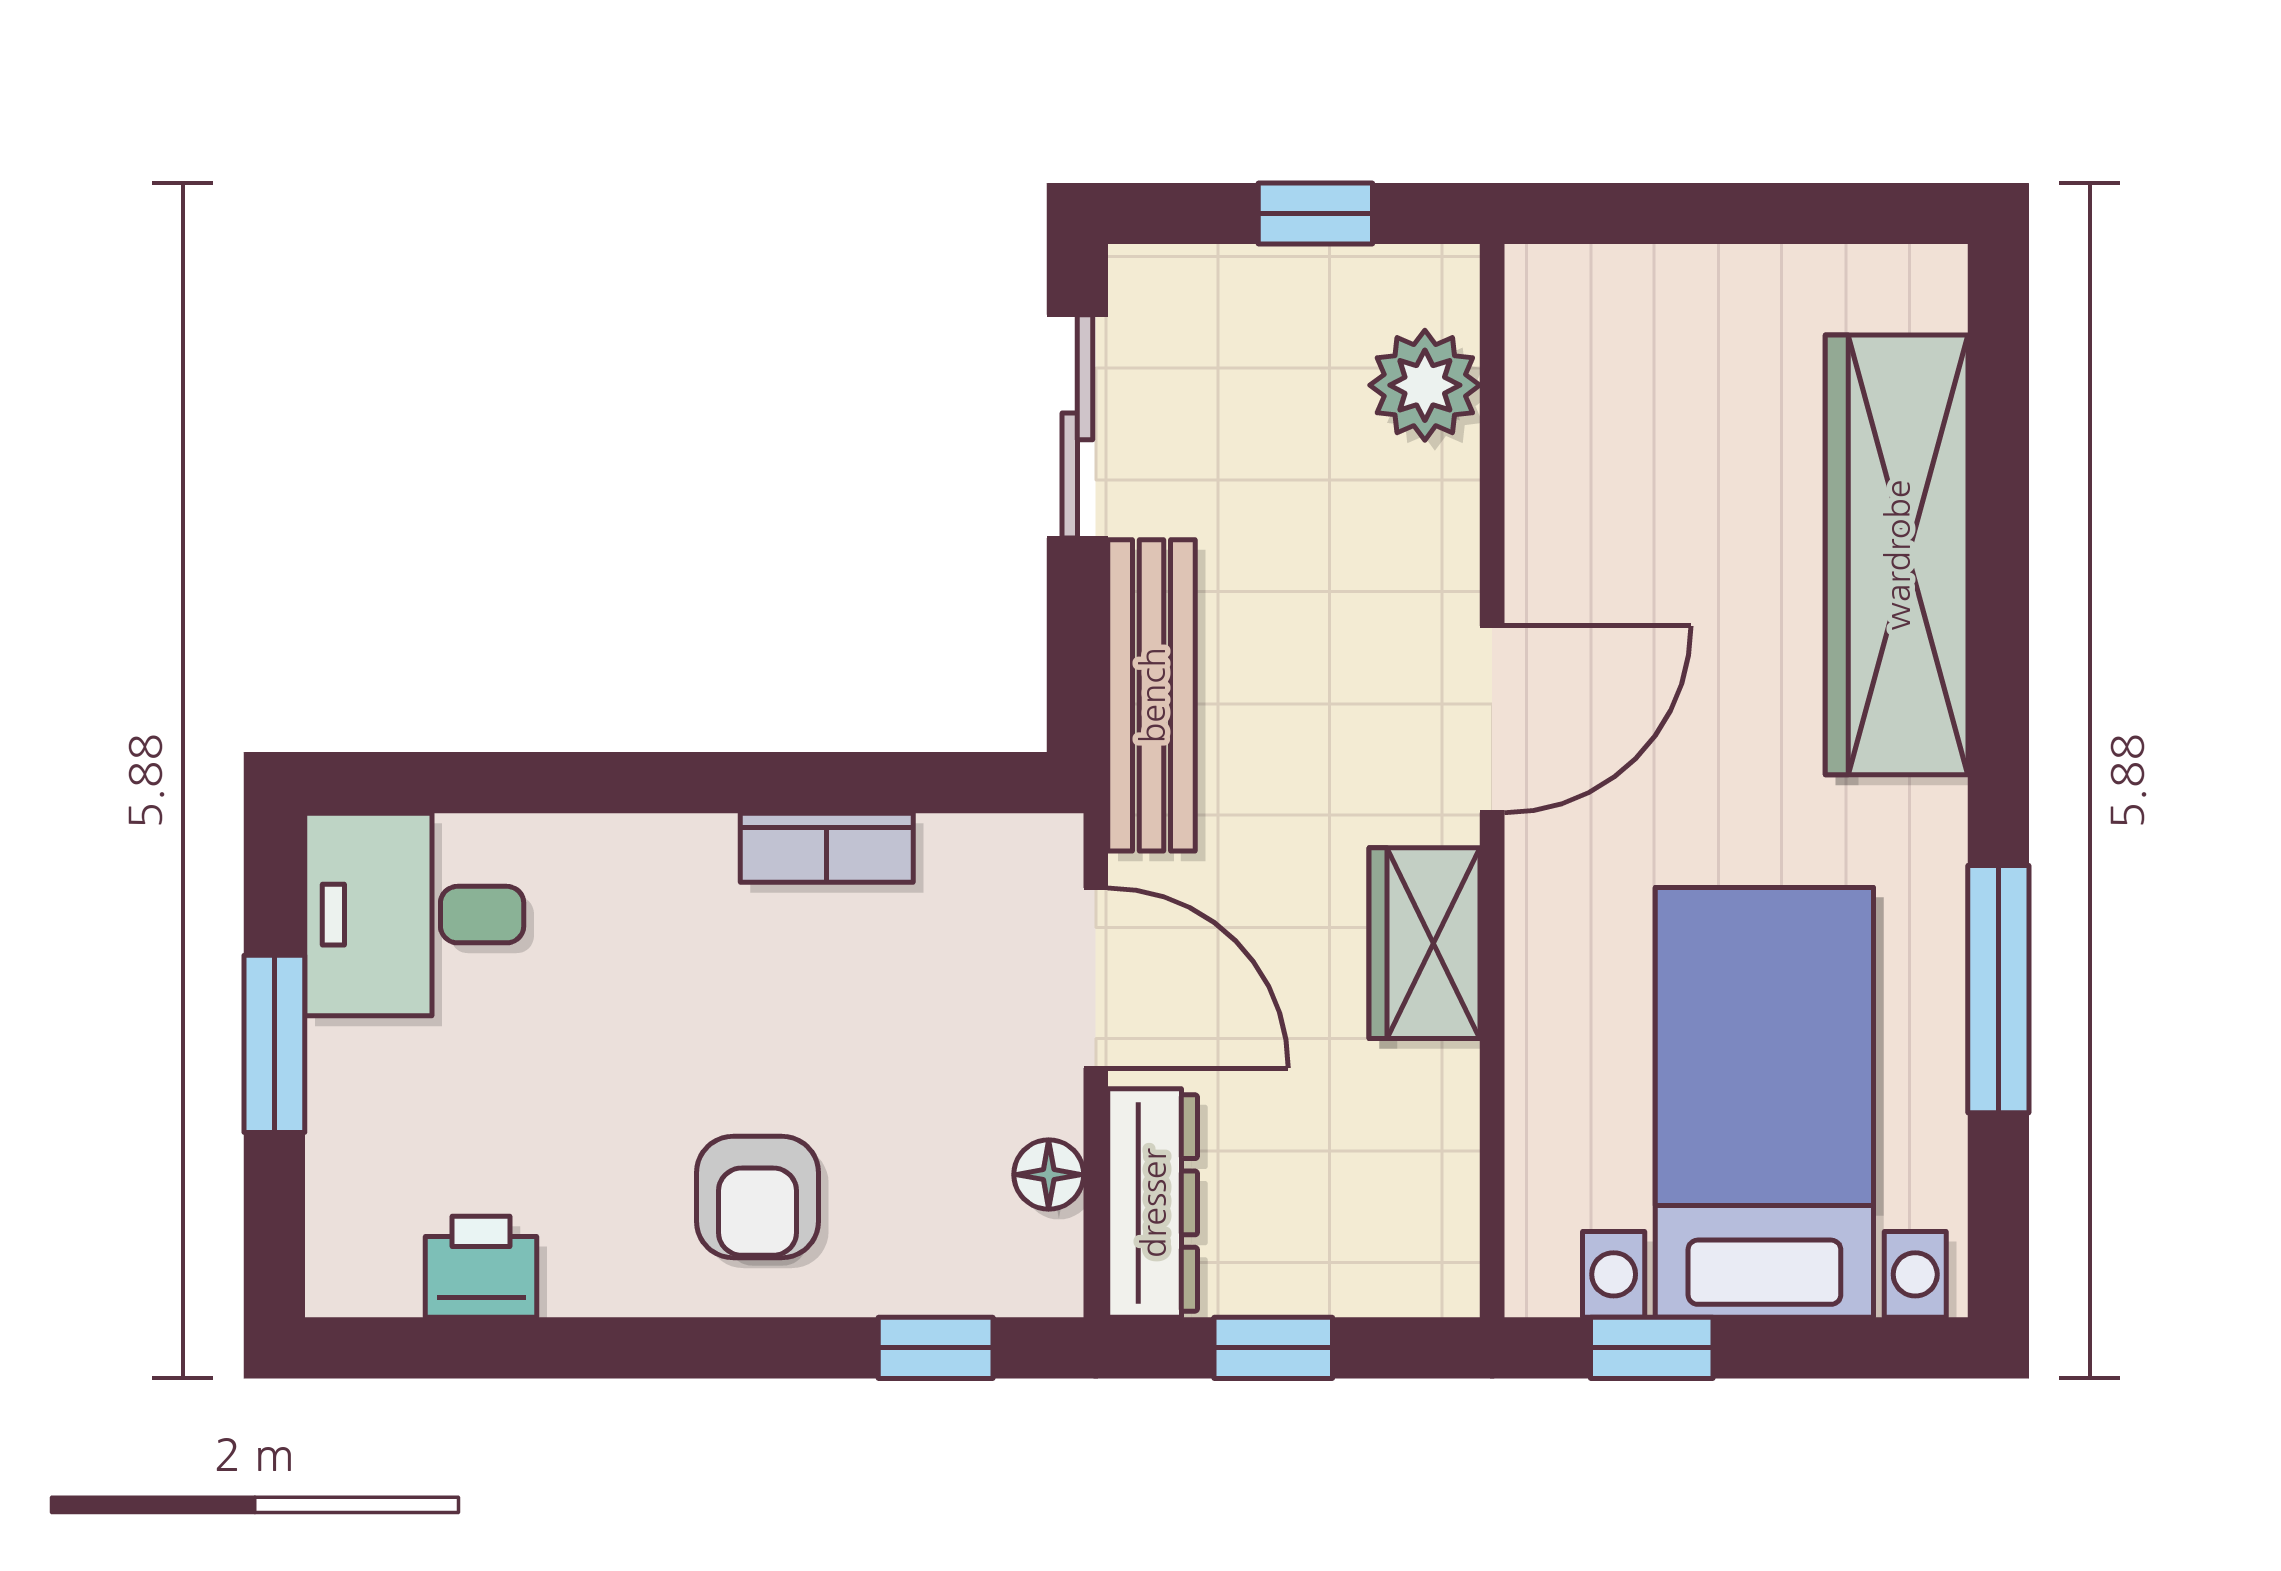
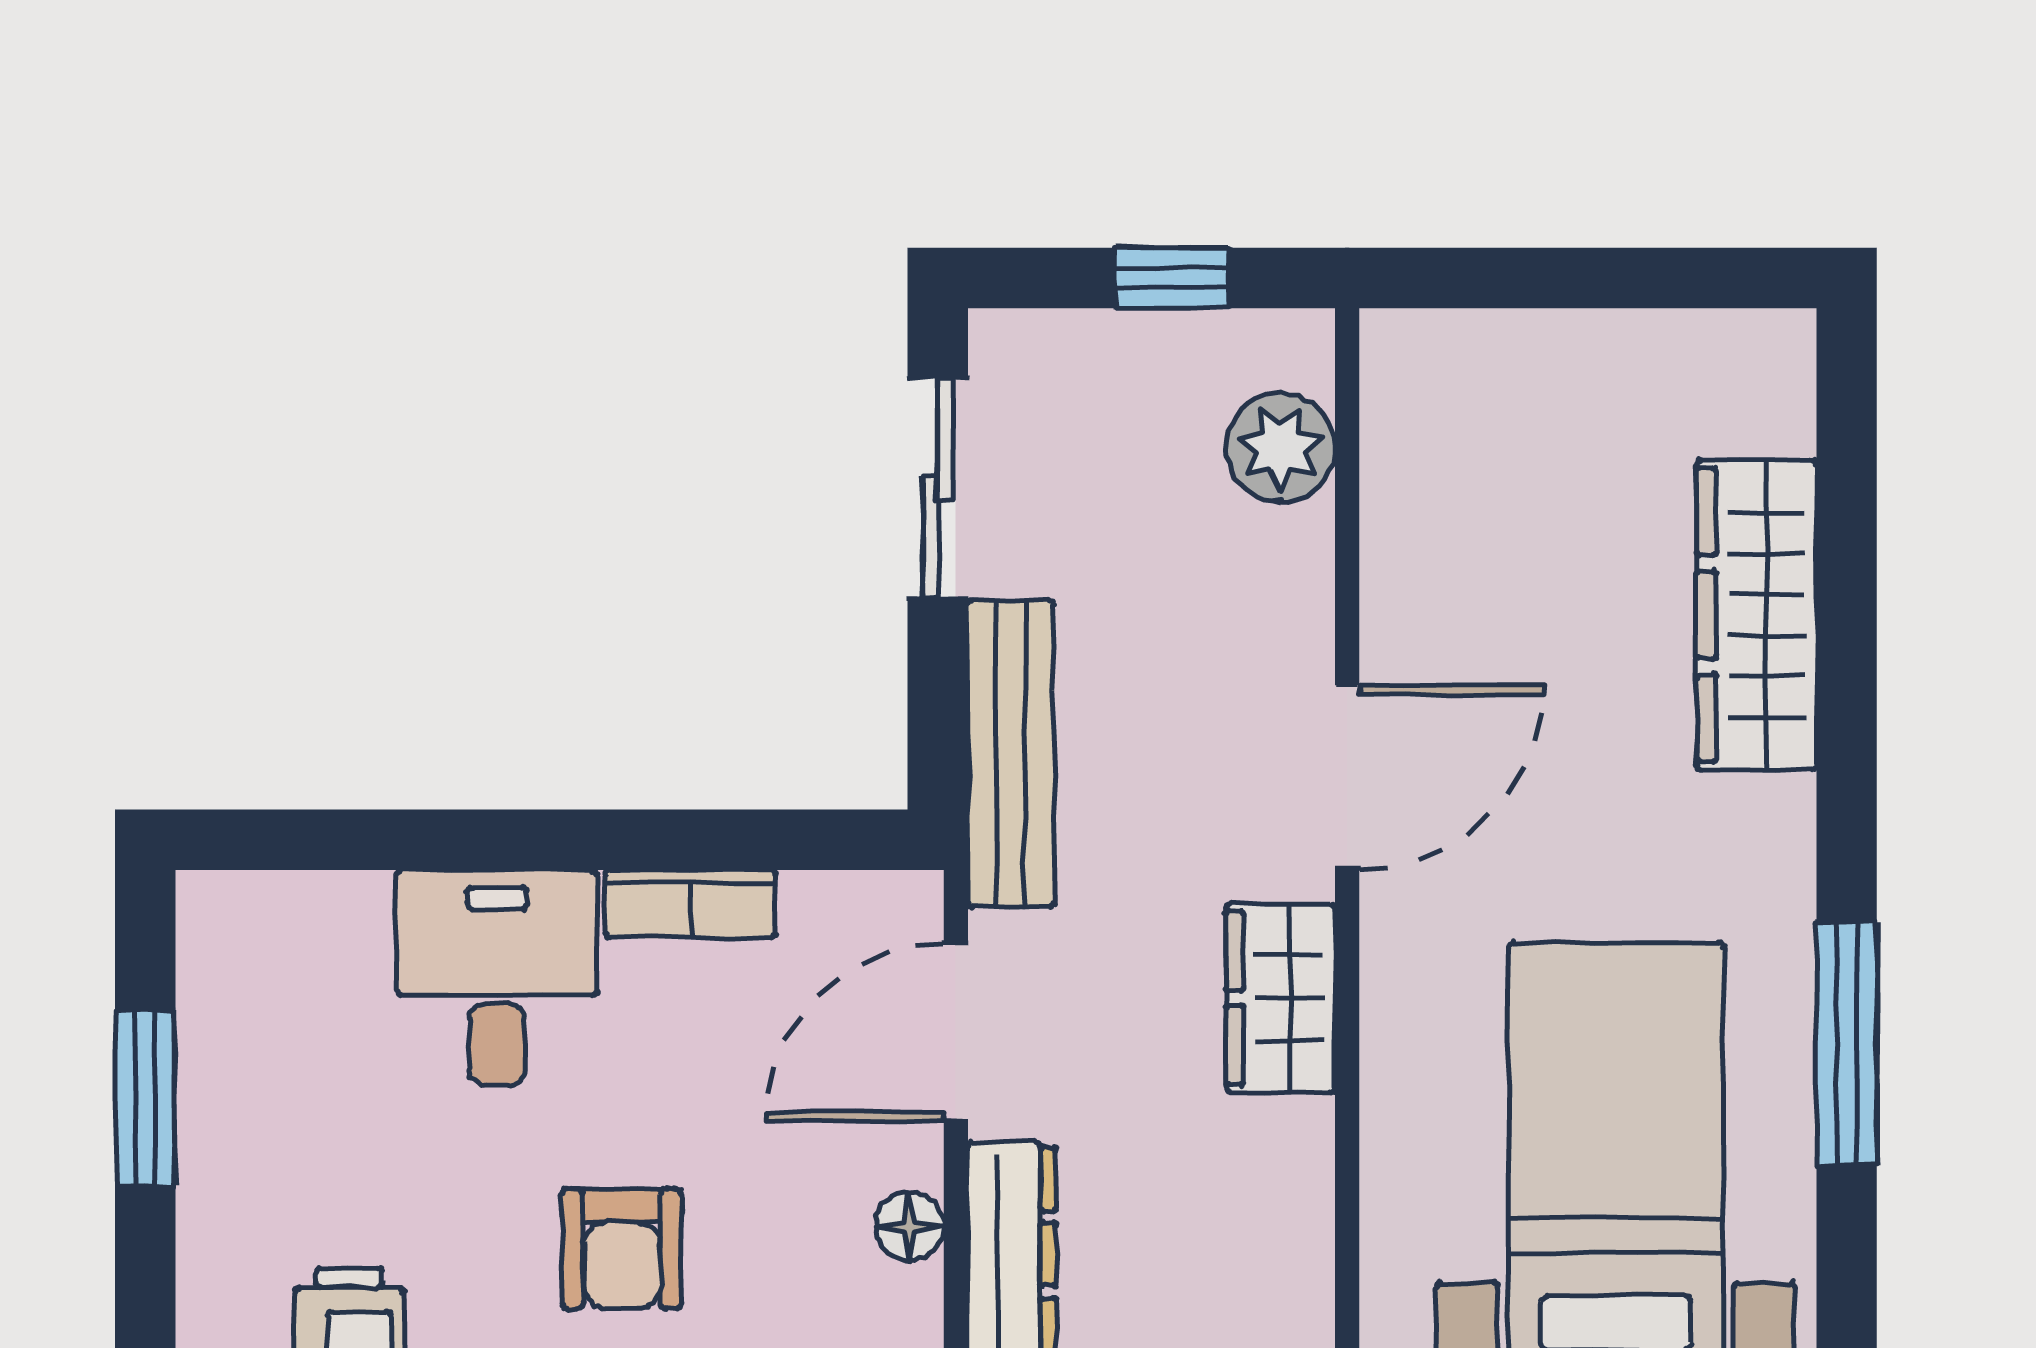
wardrobe: (1897, 555) -> (1757, 615), width x0.71, depth x0.85
desk: (414, 915) -> (497, 978), moved, turned 90
door: (1096, 978) -> (956, 1032), swing flipped

